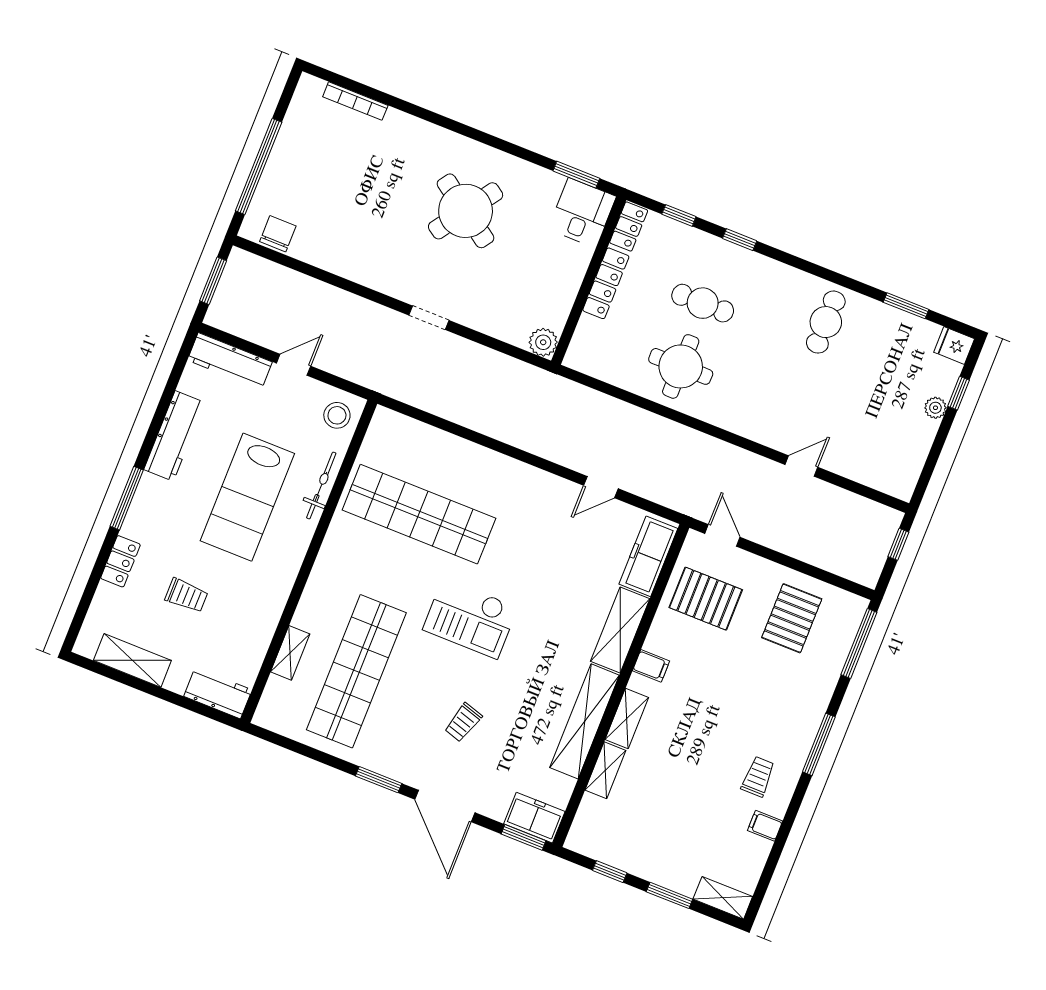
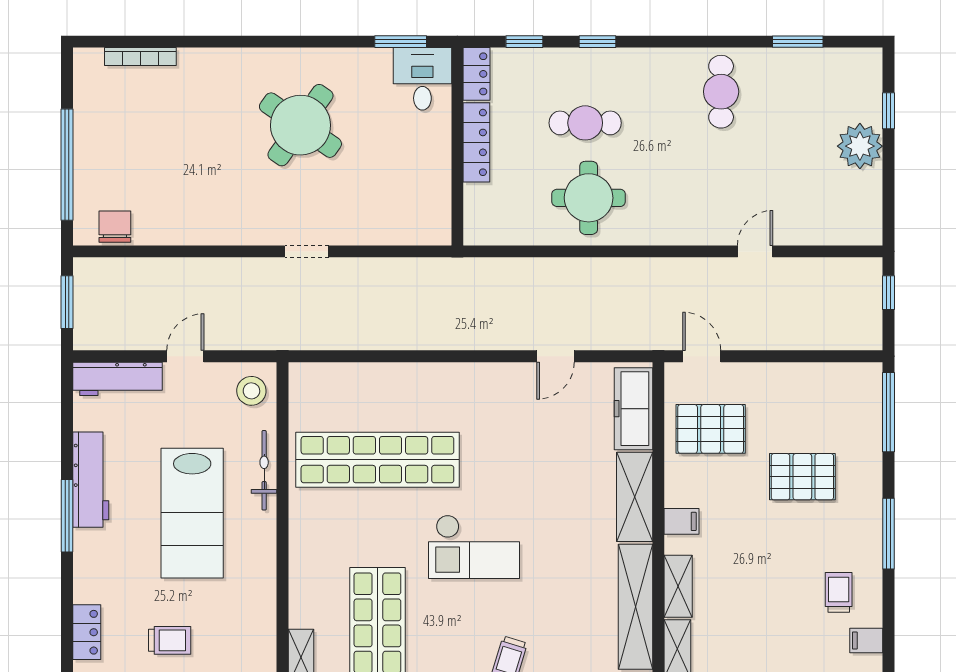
plant: (543, 342) -> (436, 230), removed
fridge: (954, 346) -> (864, 63), removed
plant: (935, 408) -> (860, 146), width x1.88, depth x1.88
window: (127, 498) -> (67, 516), moved
pallet: (792, 618) -> (802, 477), moved, turned 90

